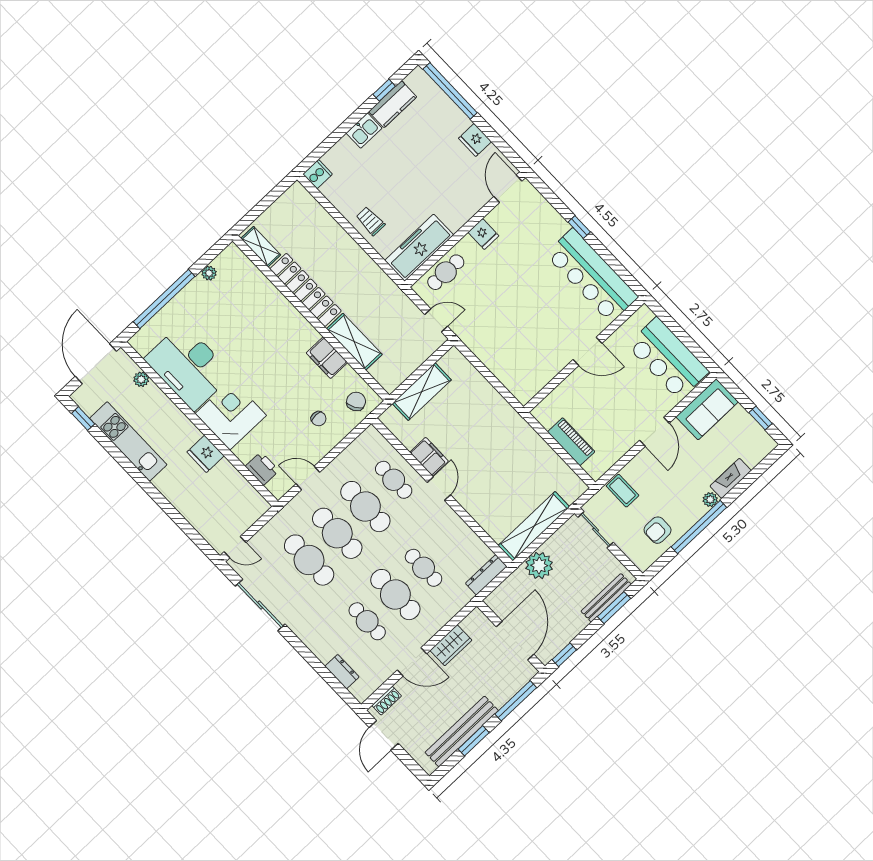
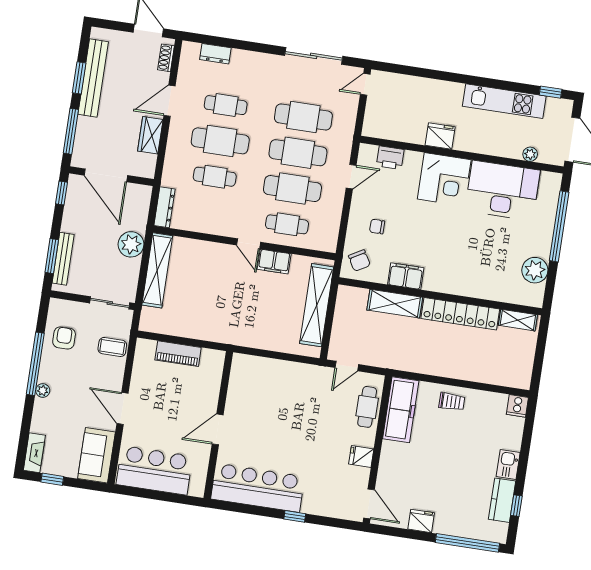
plant: (209, 273) -> (535, 270), width x1.88, depth x1.88
shelving: (422, 392) -> (317, 305), width x1.47
fireplace: (731, 478) -> (34, 453), moved

